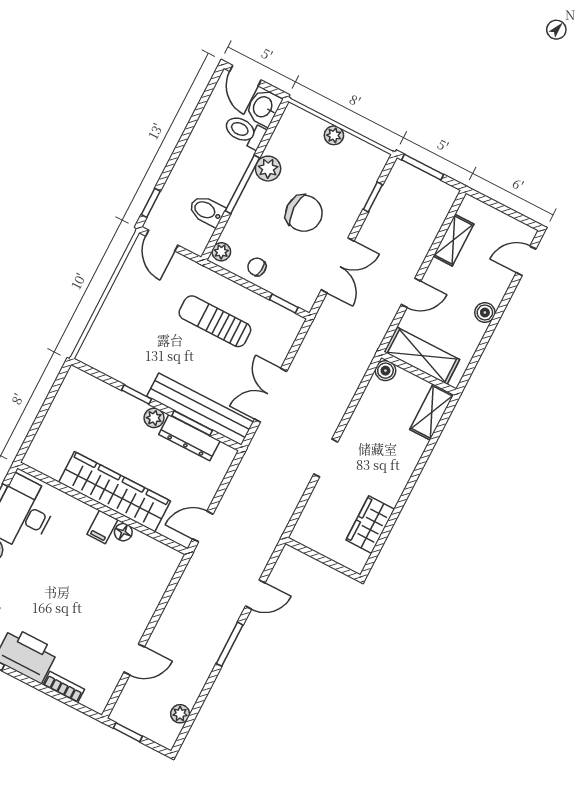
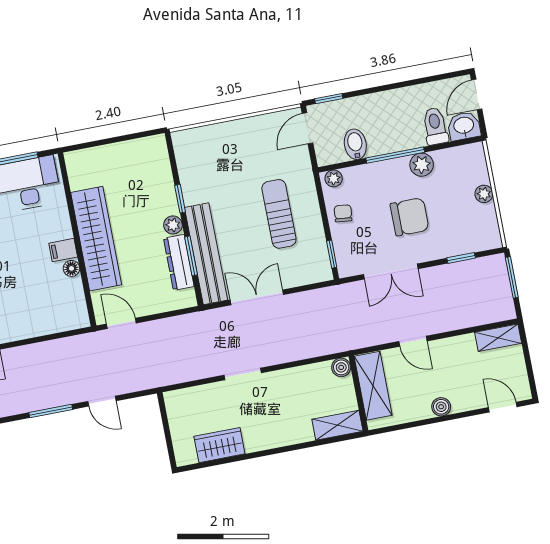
chair: (304, 213) -> (410, 217), turned -90
shelving: (454, 240) -> (498, 338), moved

